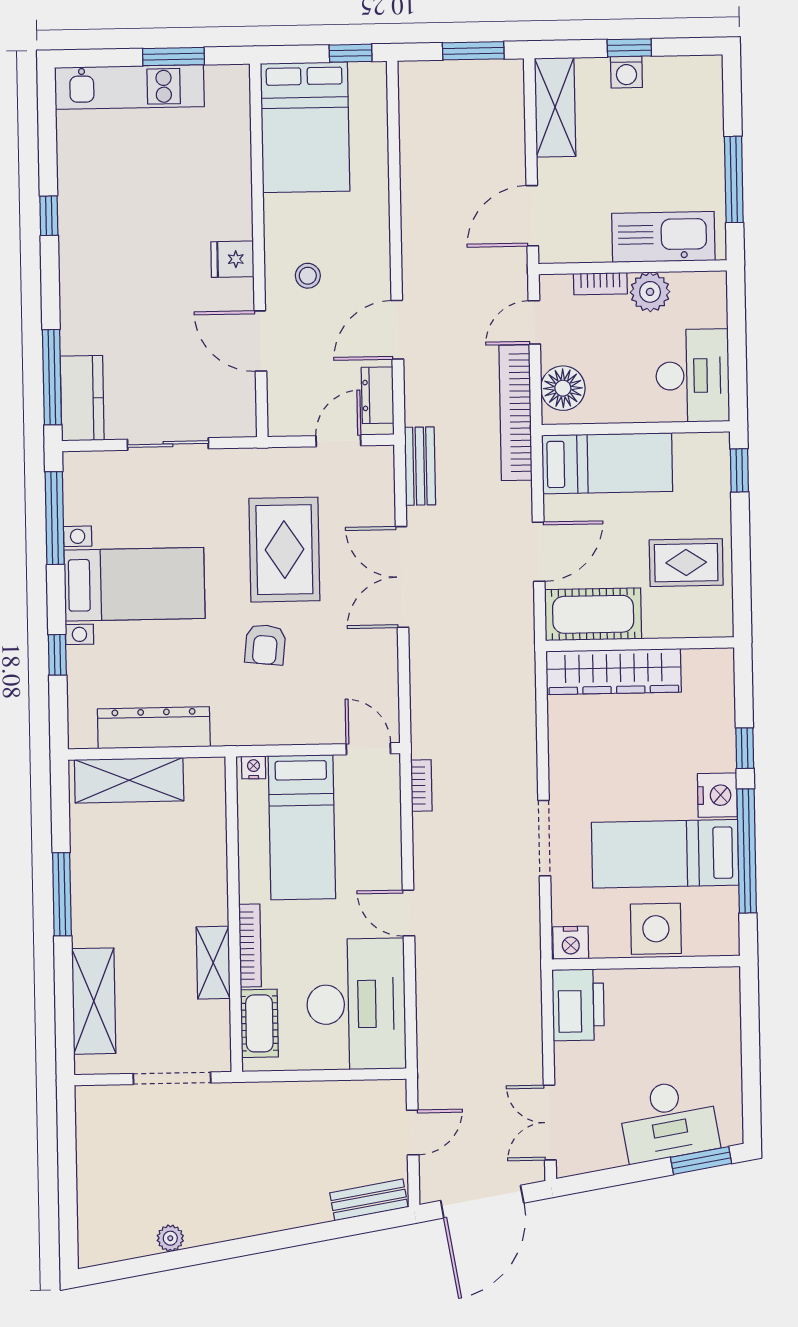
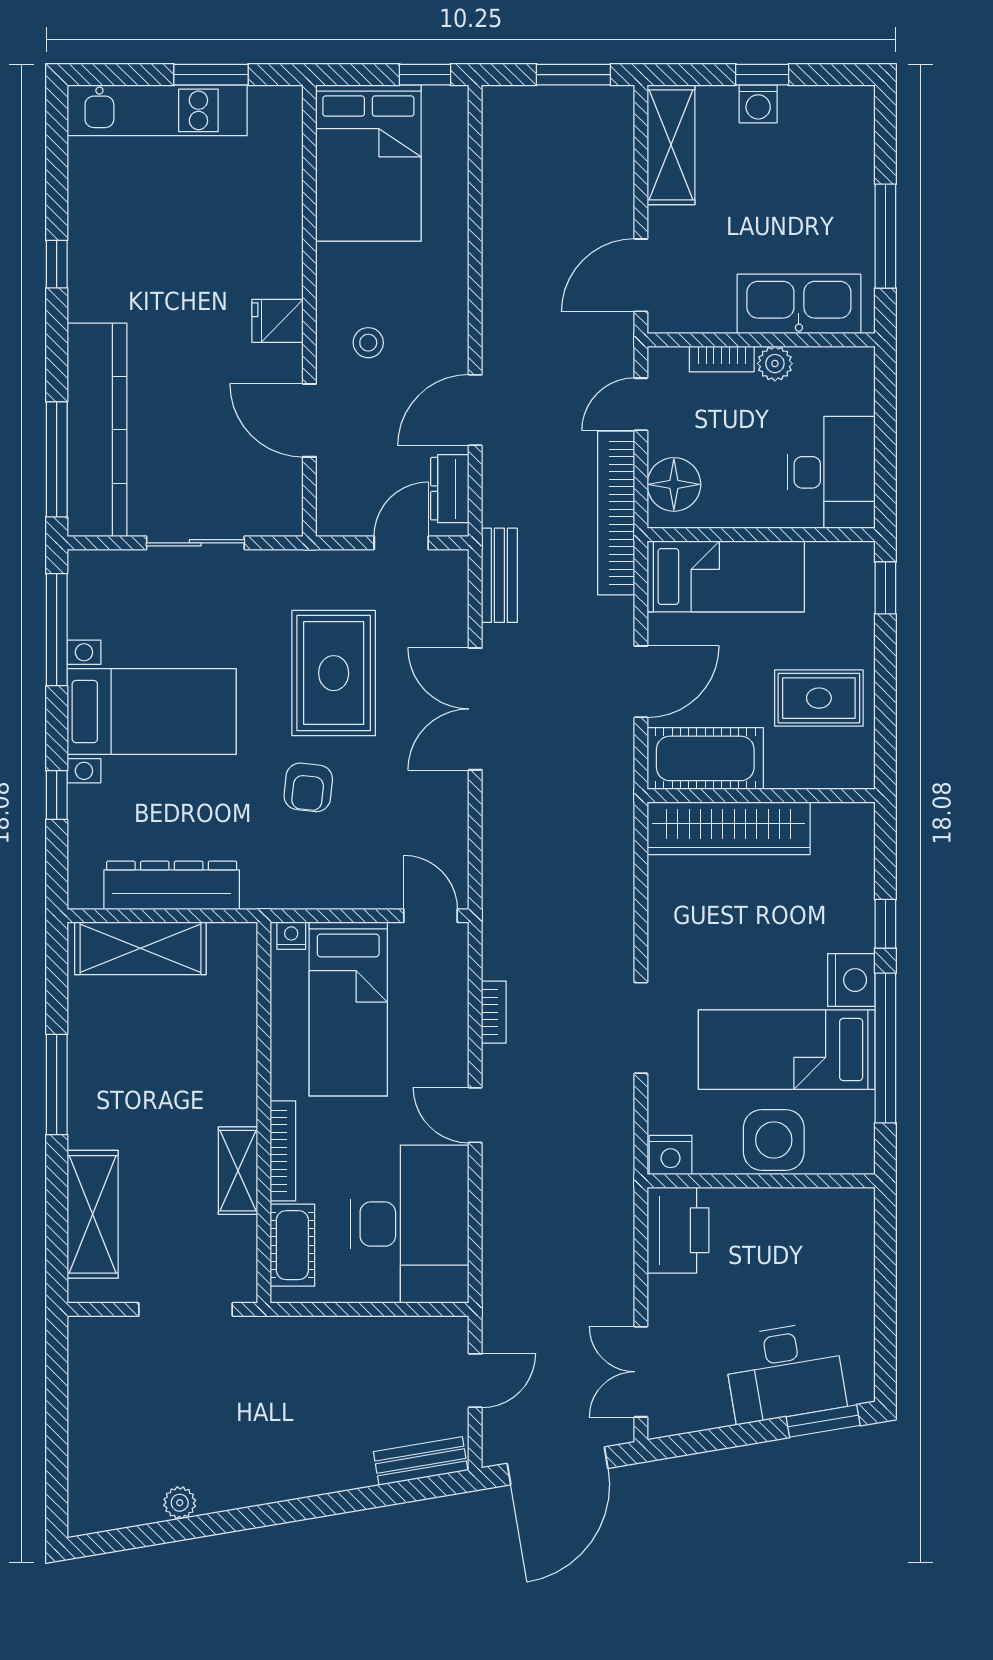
plant: (650, 292) -> (775, 364), width x0.73, depth x0.73
kitchen counter: (82, 398) -> (97, 430), width x2.08, depth x1.17
bookcase: (421, 785) -> (494, 1012), moved

